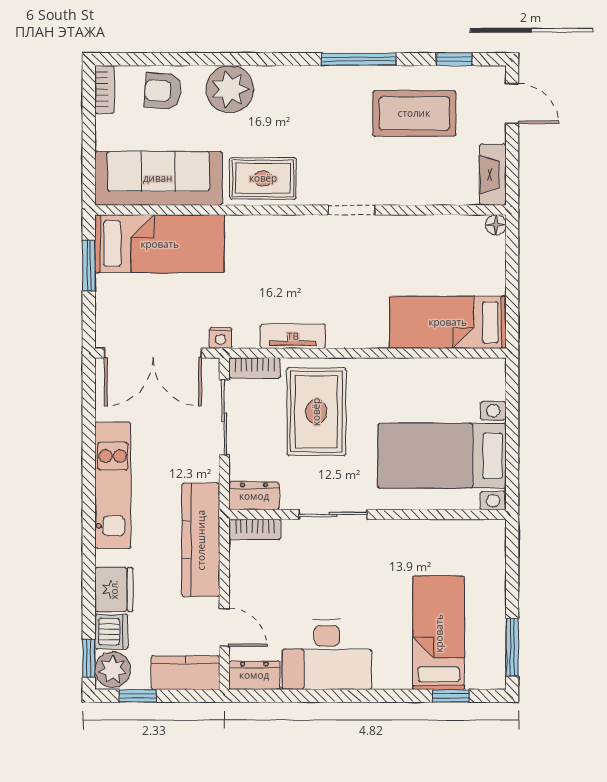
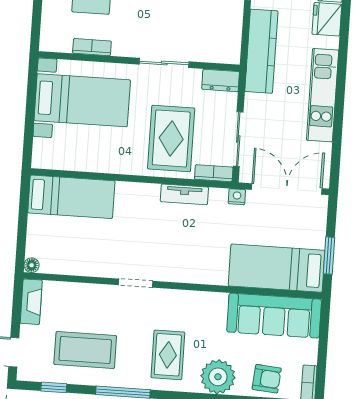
rug: (263, 178) -> (168, 355), moved, turned 90
bookcase: (255, 529) -> (92, 47), moved

